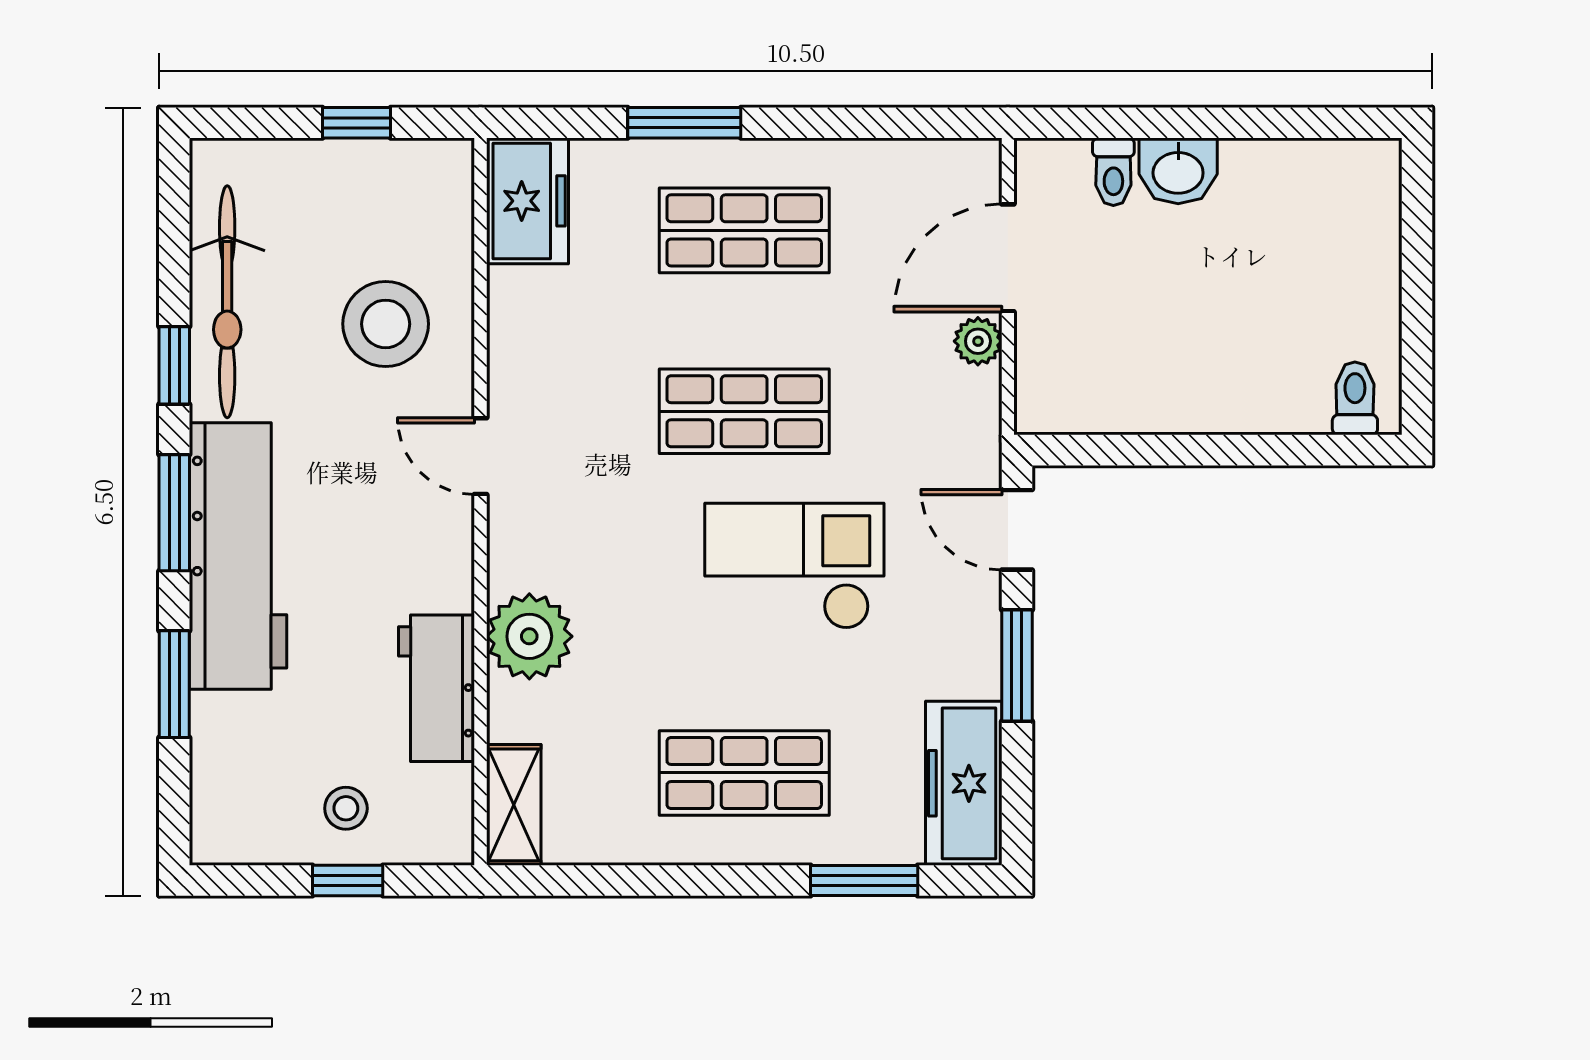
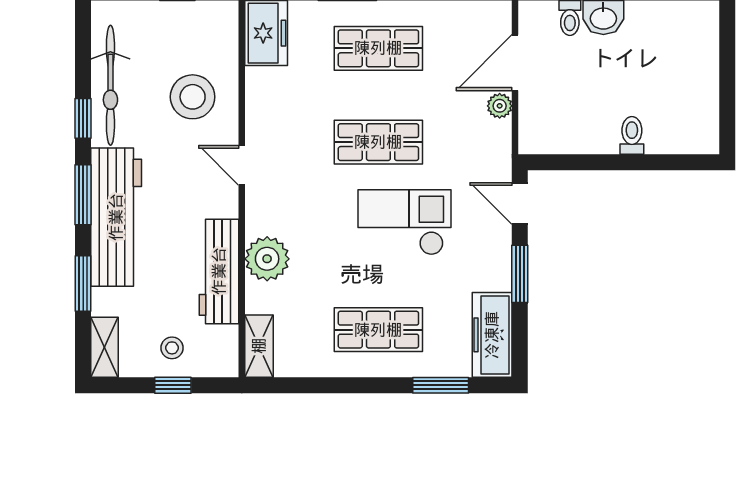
toilet: (1355, 398) -> (632, 135), moved
workbench: (436, 688) -> (219, 271), width x1.38
shelving: (216, 807) -> (105, 347), added

